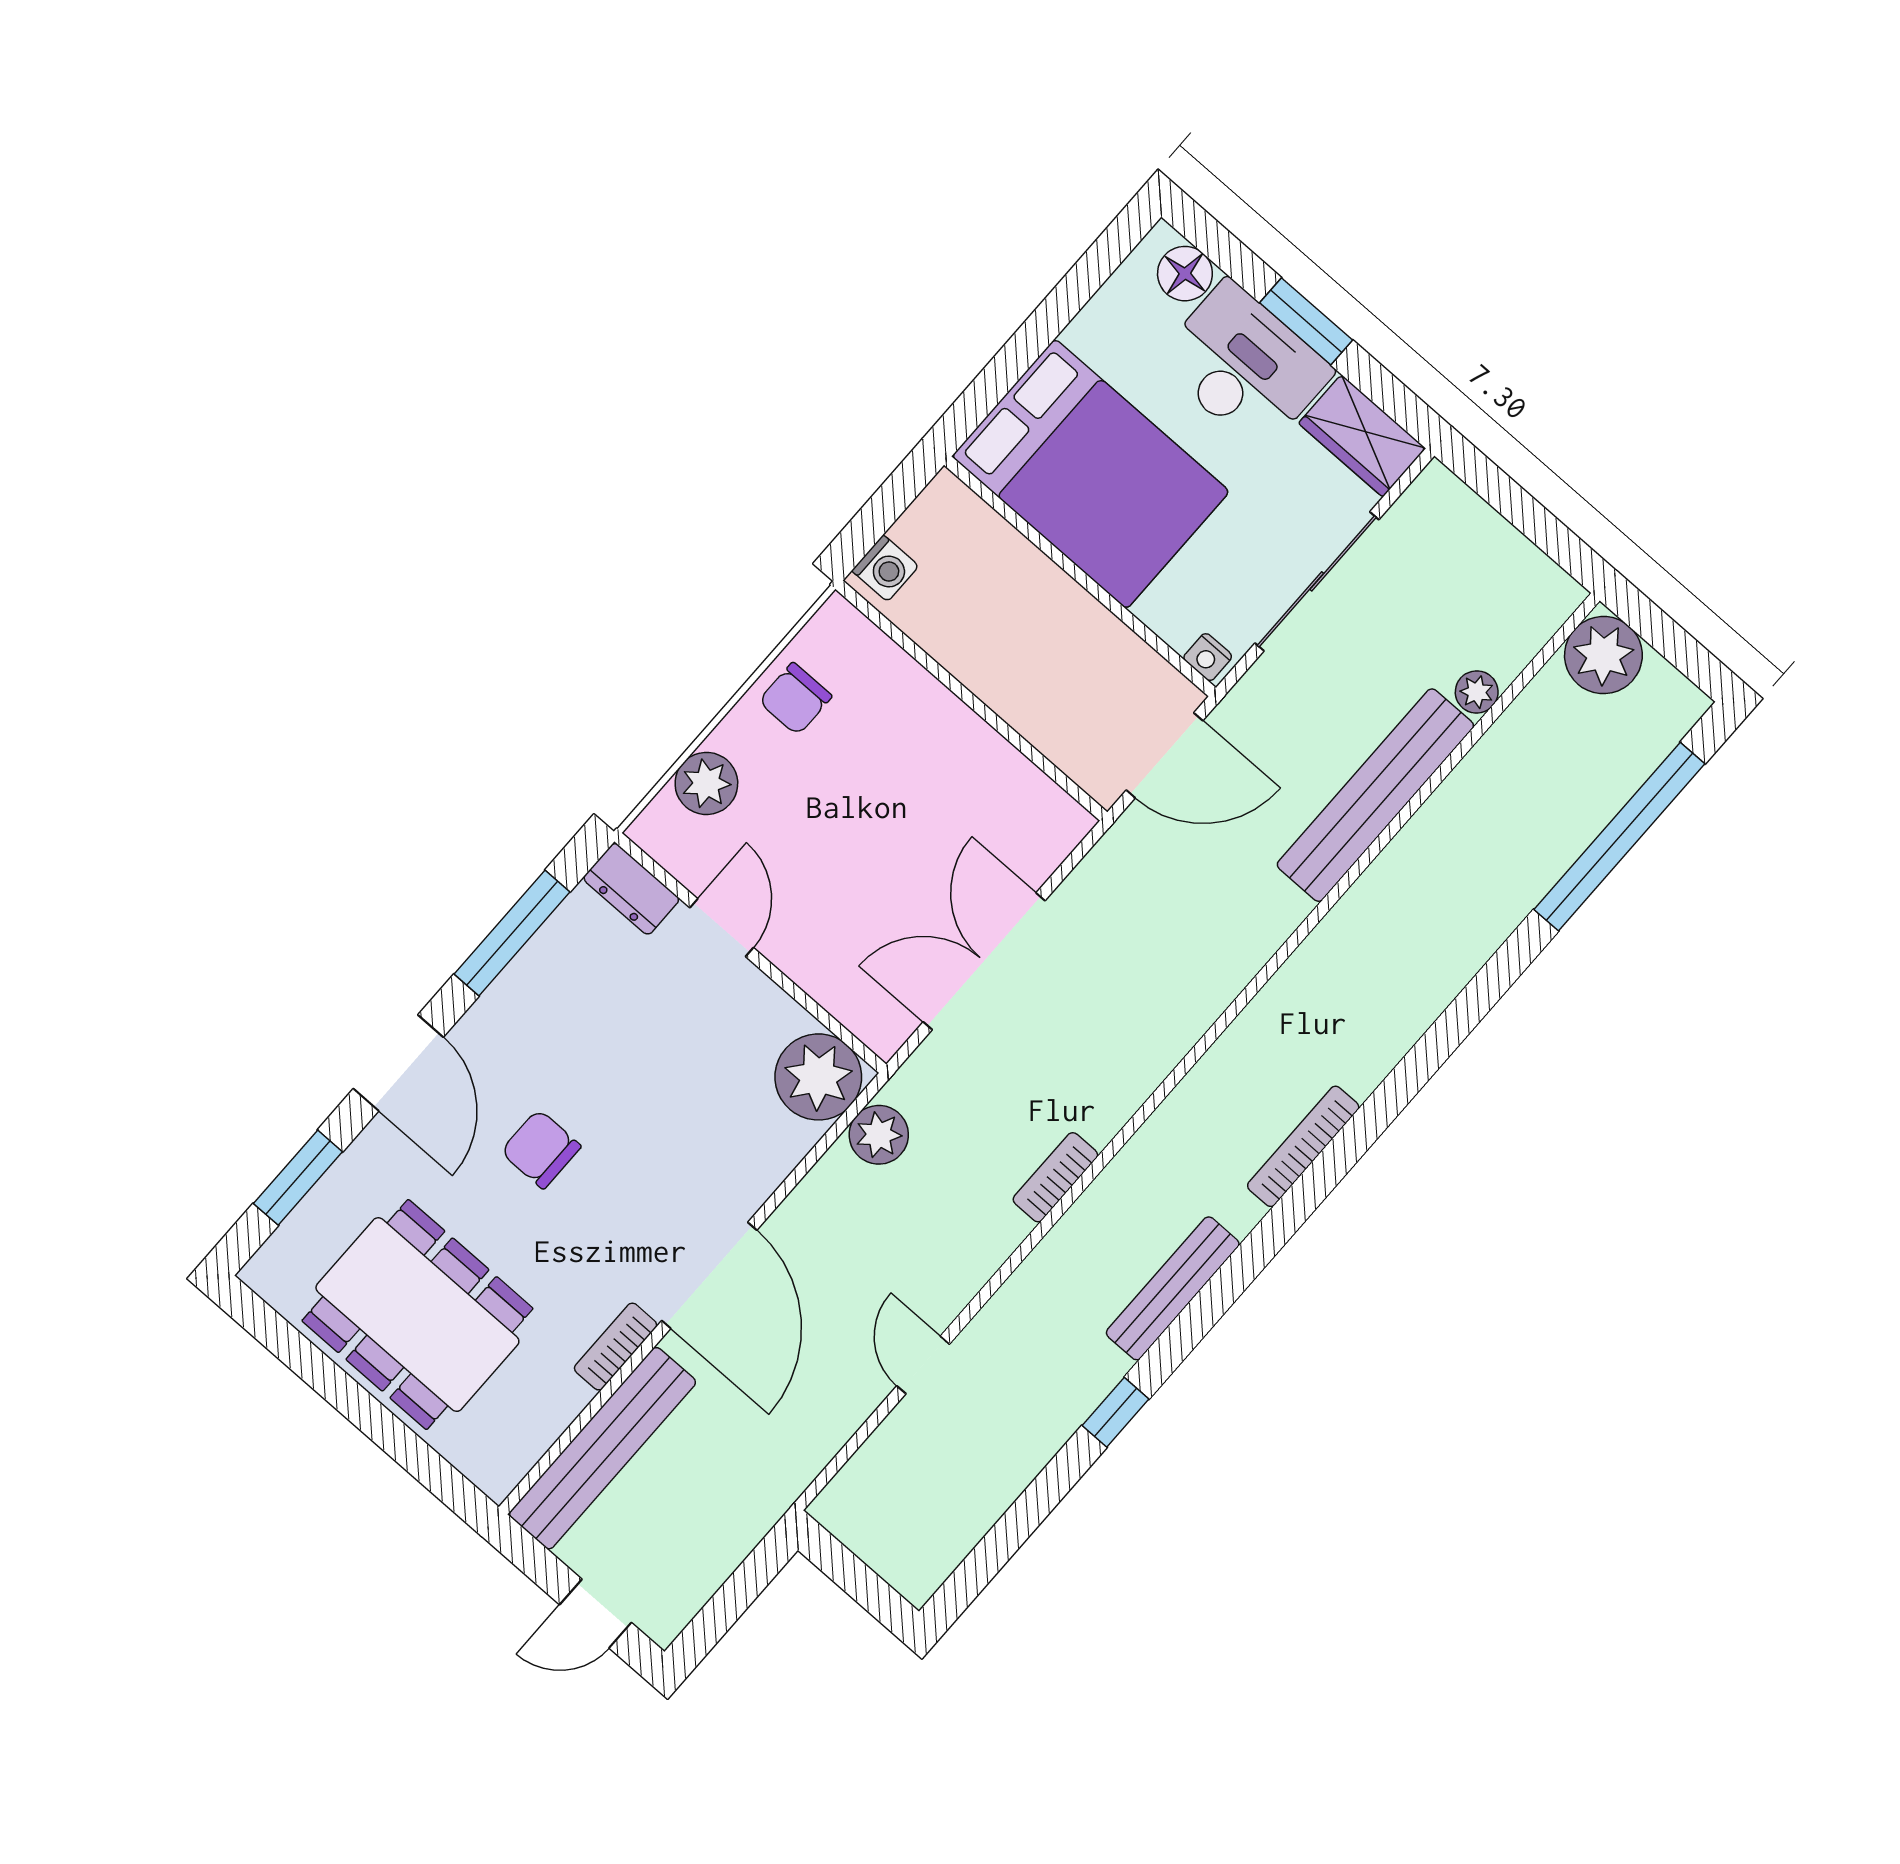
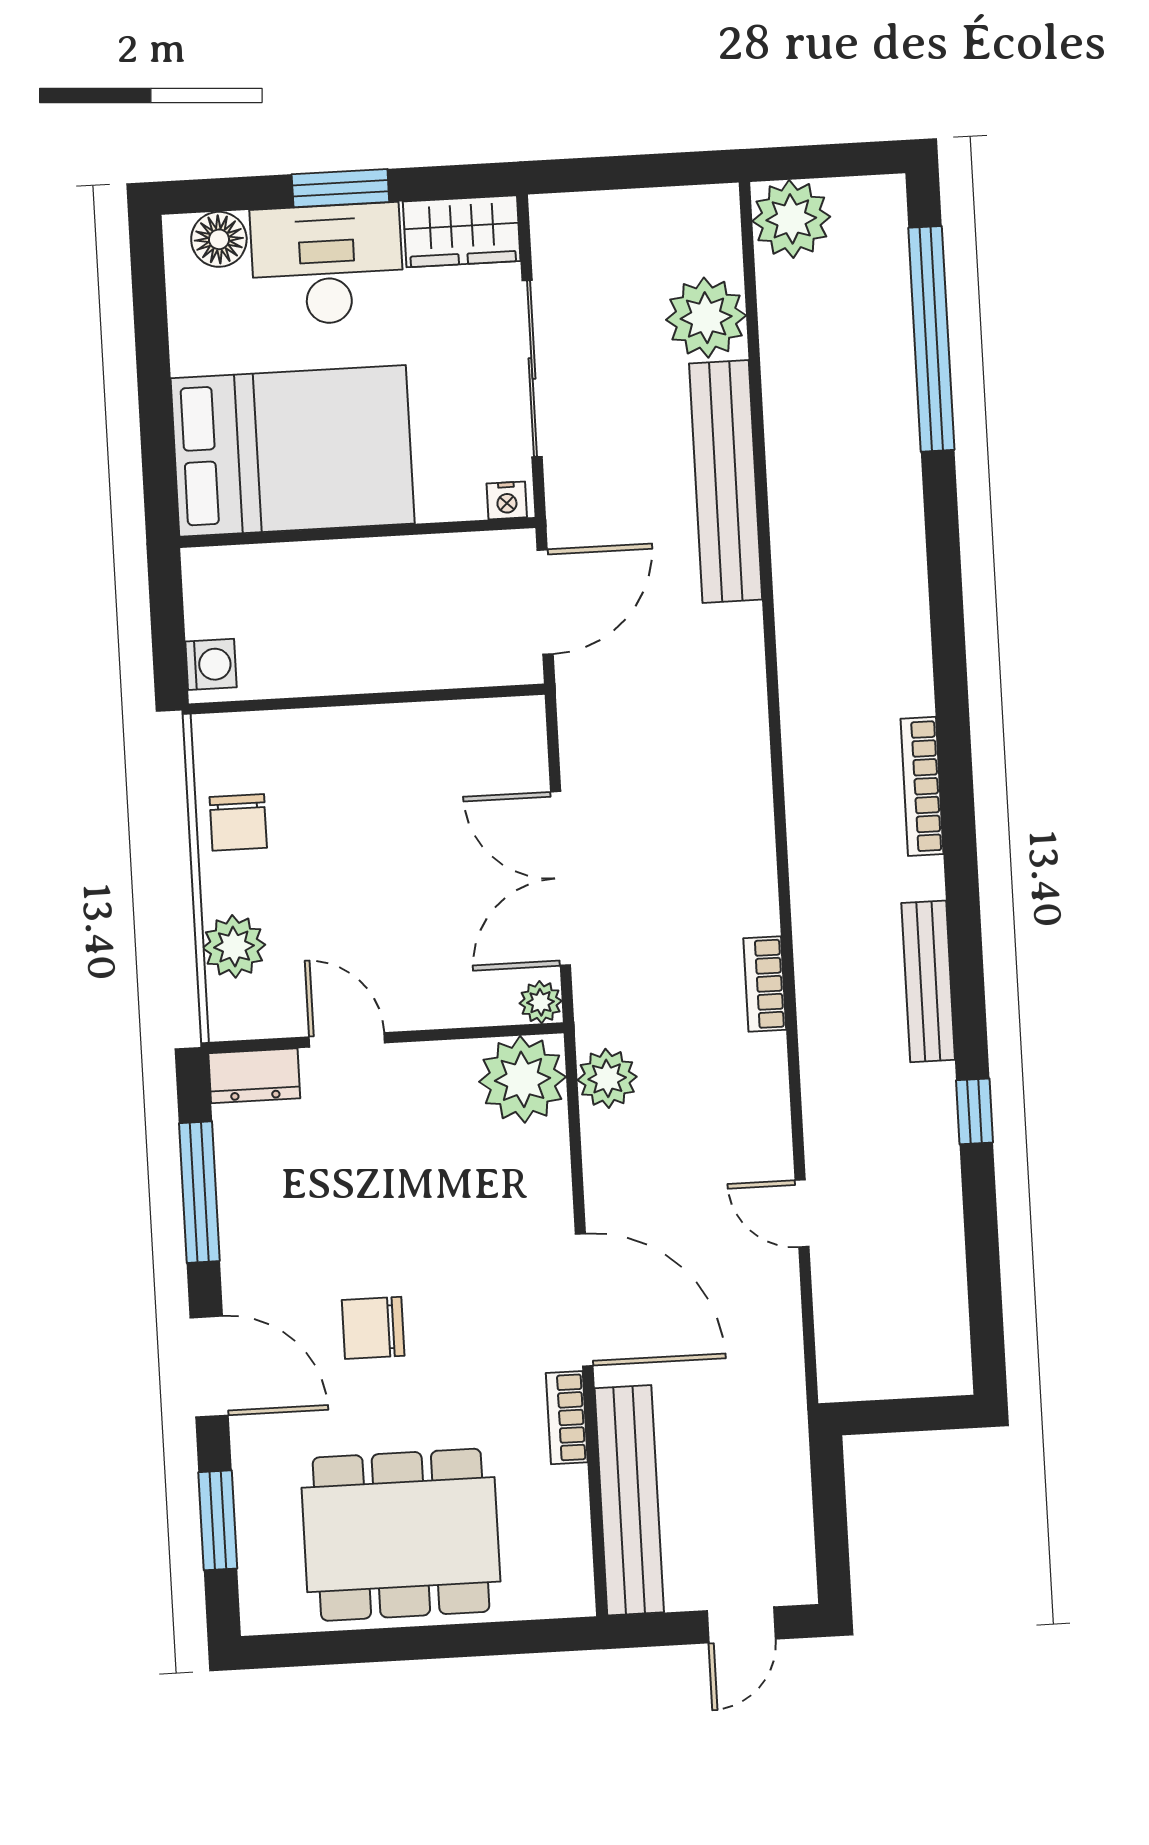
plant: (1477, 692) -> (706, 318), width x1.88, depth x1.88
plant: (884, 1035) -> (541, 1002), added

